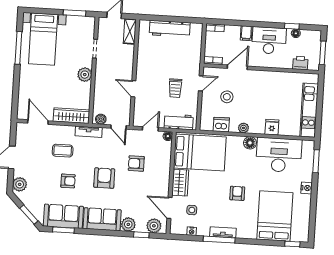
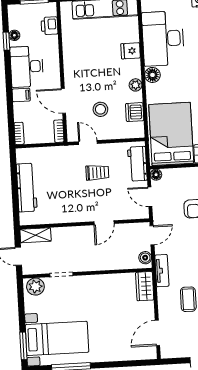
window: (75, 13) -> (23, 346), moved
plant: (85, 75) -> (35, 287), moved
wardrobe: (71, 116) -> (145, 286), width x0.67

